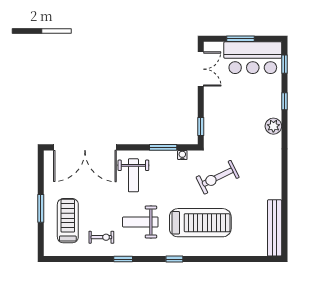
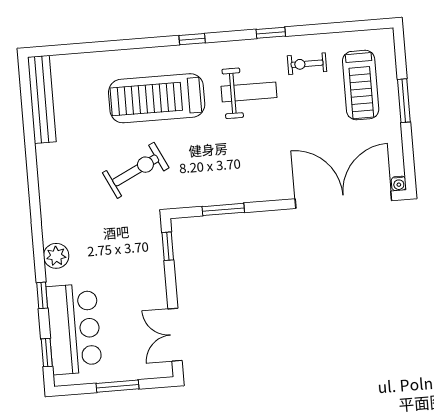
bar counter: (253, 58) -> (74, 329), moved, turned 90
water cooler: (182, 155) -> (399, 184), moved
weight bench: (133, 175) -> (265, 163), removed

